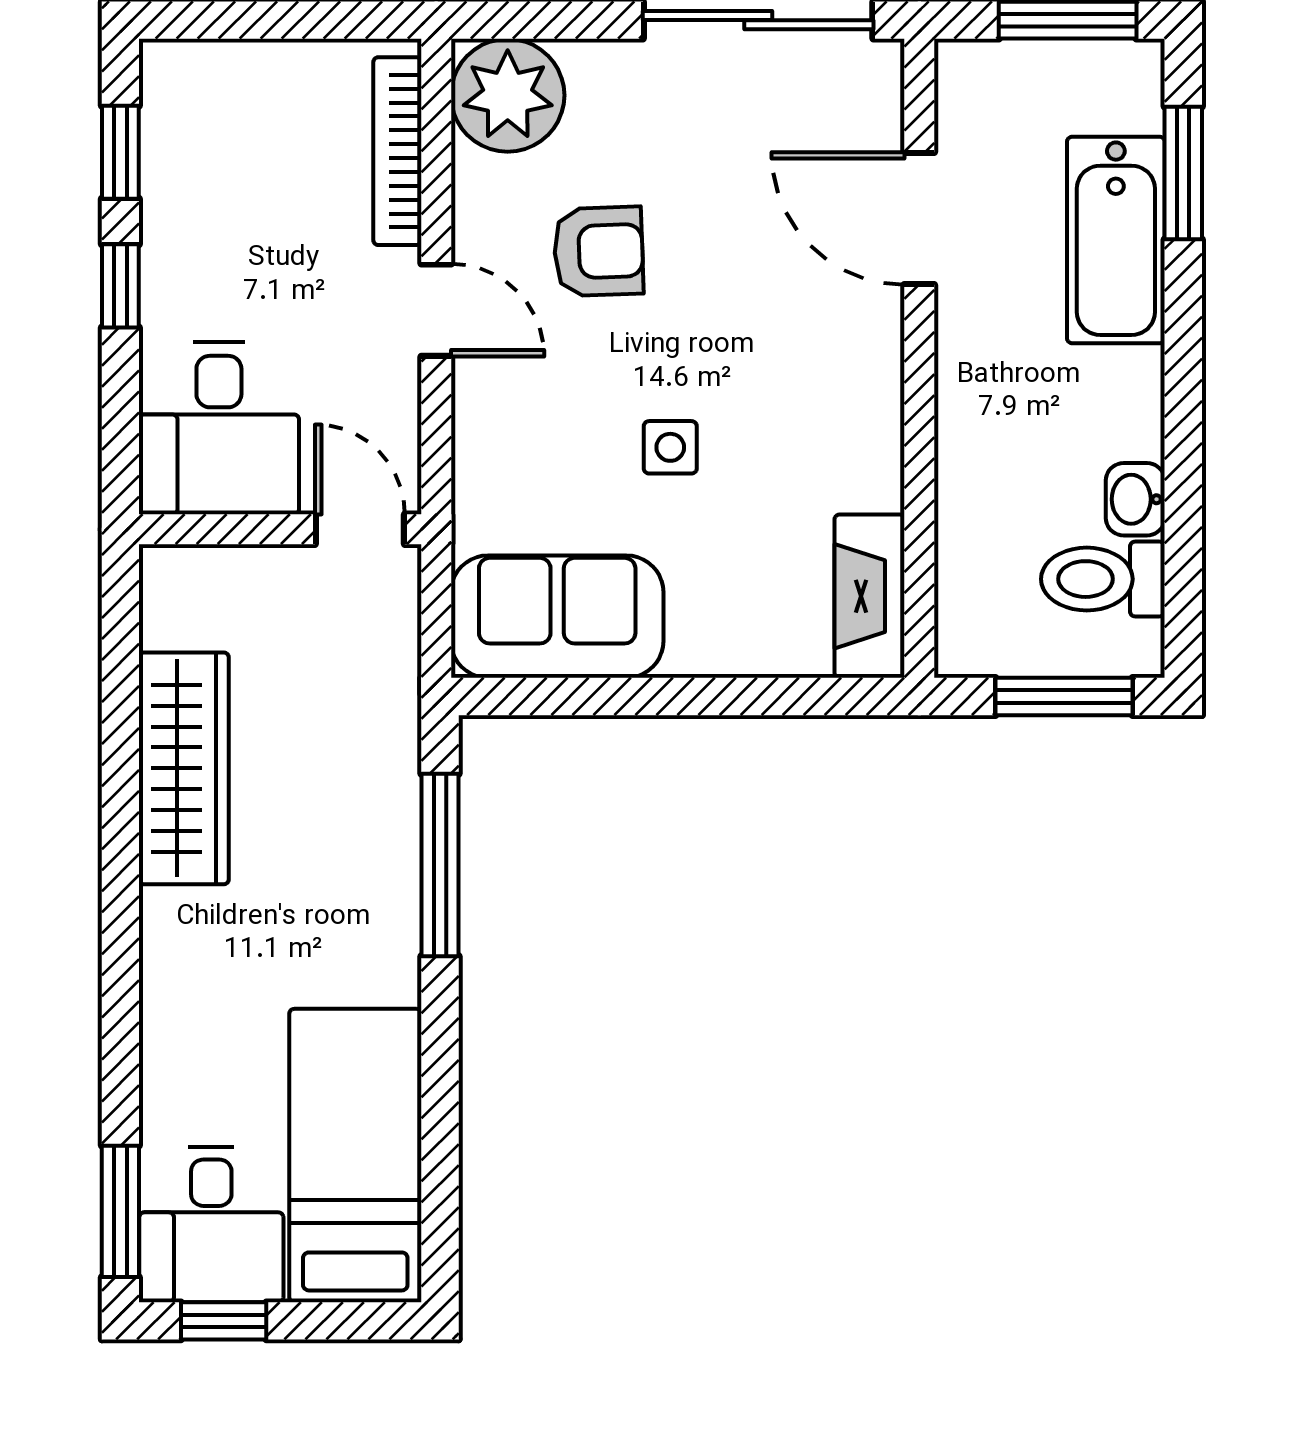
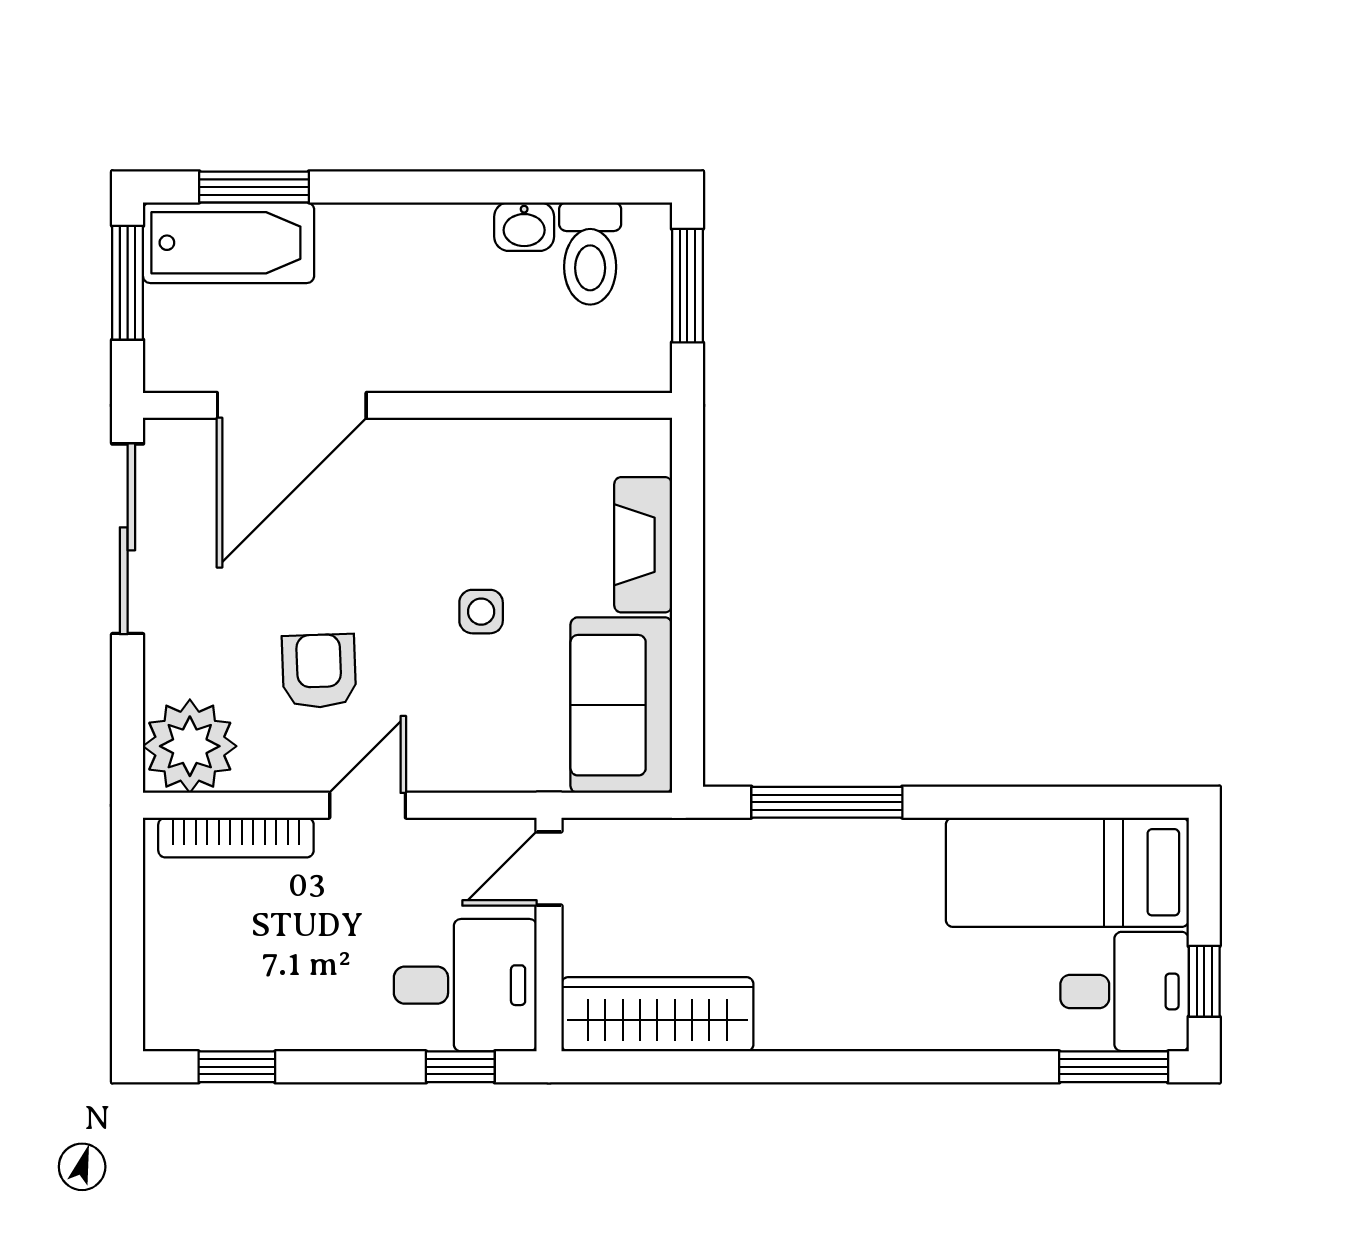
door: (919, 218) -> (292, 405), width x1.36
bathtub: (1116, 240) -> (229, 243), moved
window: (120, 286) -> (460, 1067), moved
fireplace: (870, 596) -> (643, 545), moved, turned 90
wardrobe: (184, 768) -> (657, 1014), moved

